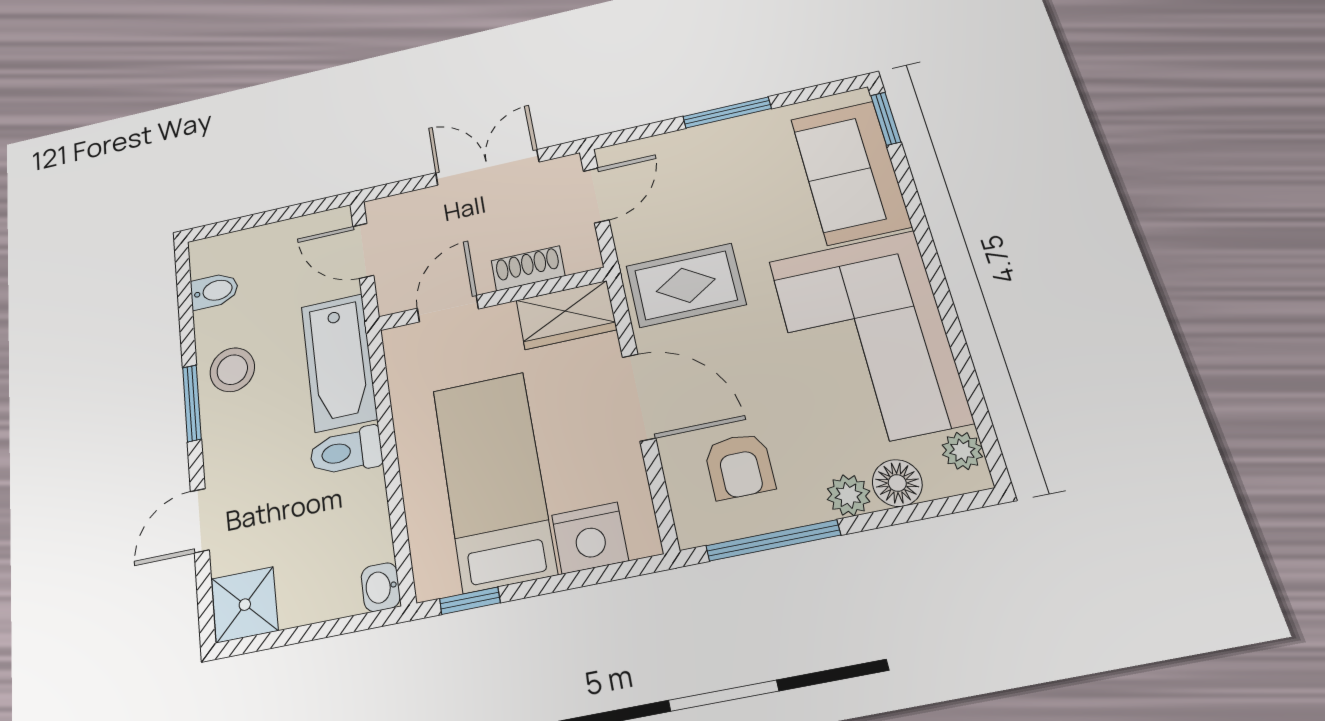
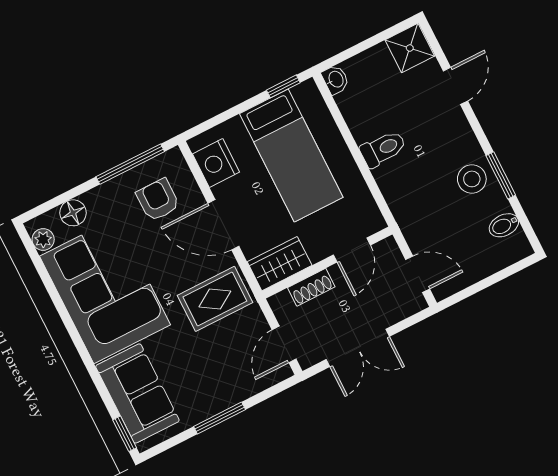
bathtub: (339, 362) -> (407, 200), removed
window: (192, 403) -> (501, 175), moved
plant: (848, 495) -> (97, 199), removed
nightstand: (590, 538) -> (216, 163), moved, turned -90

